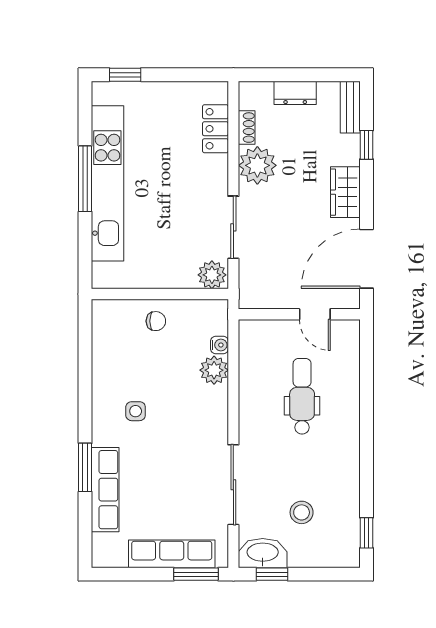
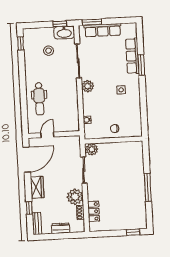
kitchen unit: (107, 183) -> (138, 186), removed
door: (315, 314) -> (47, 135), hinge flipped
plant: (214, 370) -> (88, 86), moved
dental chair: (302, 396) -> (39, 99), moved

